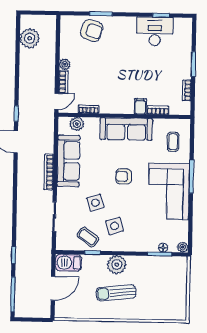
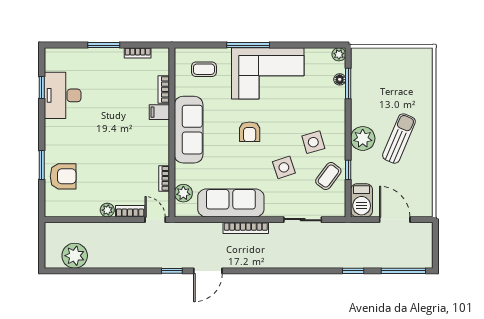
armchair: (92, 30) -> (63, 176), turned 72
sun lounger: (116, 293) -> (399, 139), turned -151

